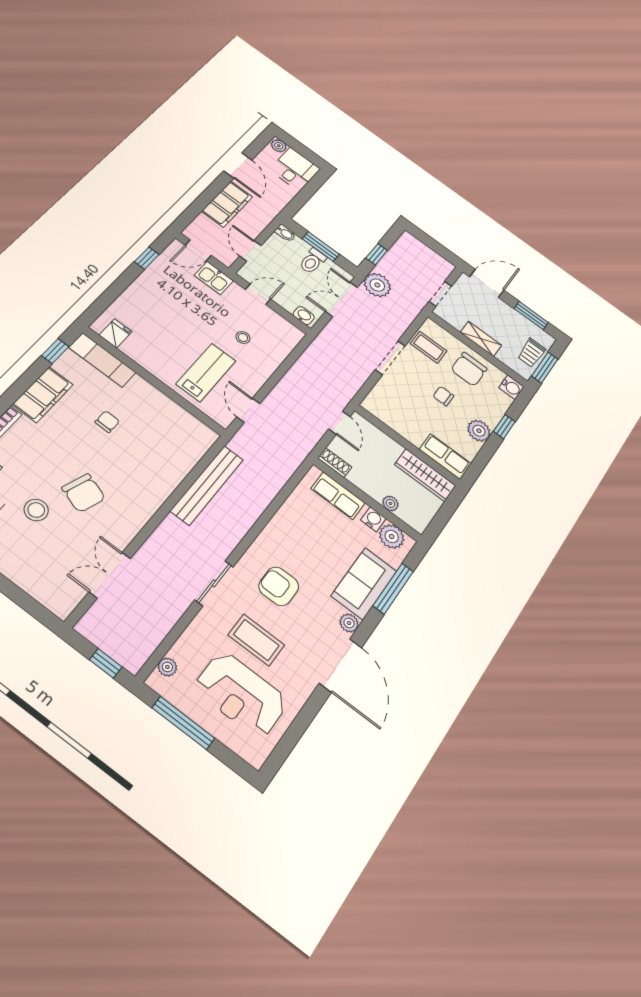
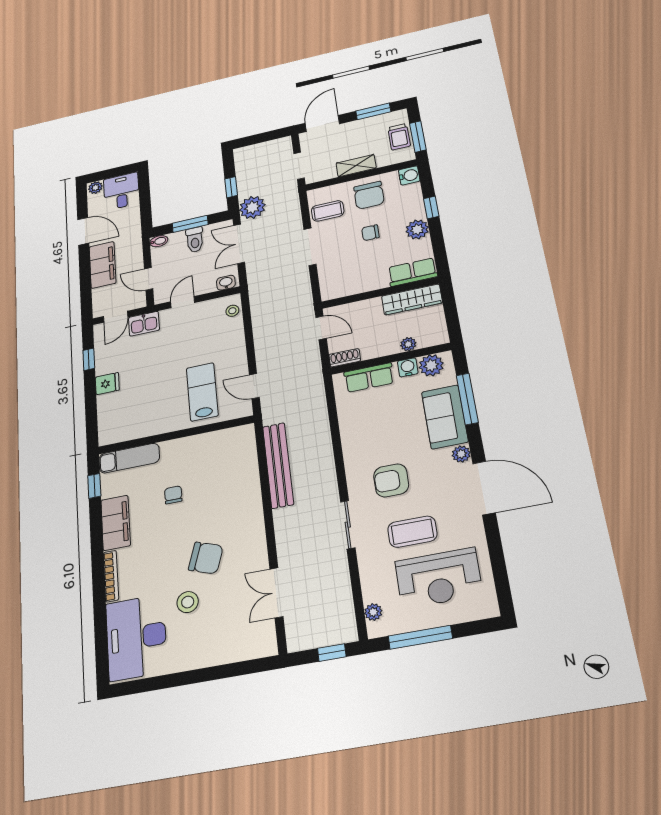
fridge: (116, 333) -> (107, 384), moved, turned 90
stool: (243, 338) -> (232, 311), moved

